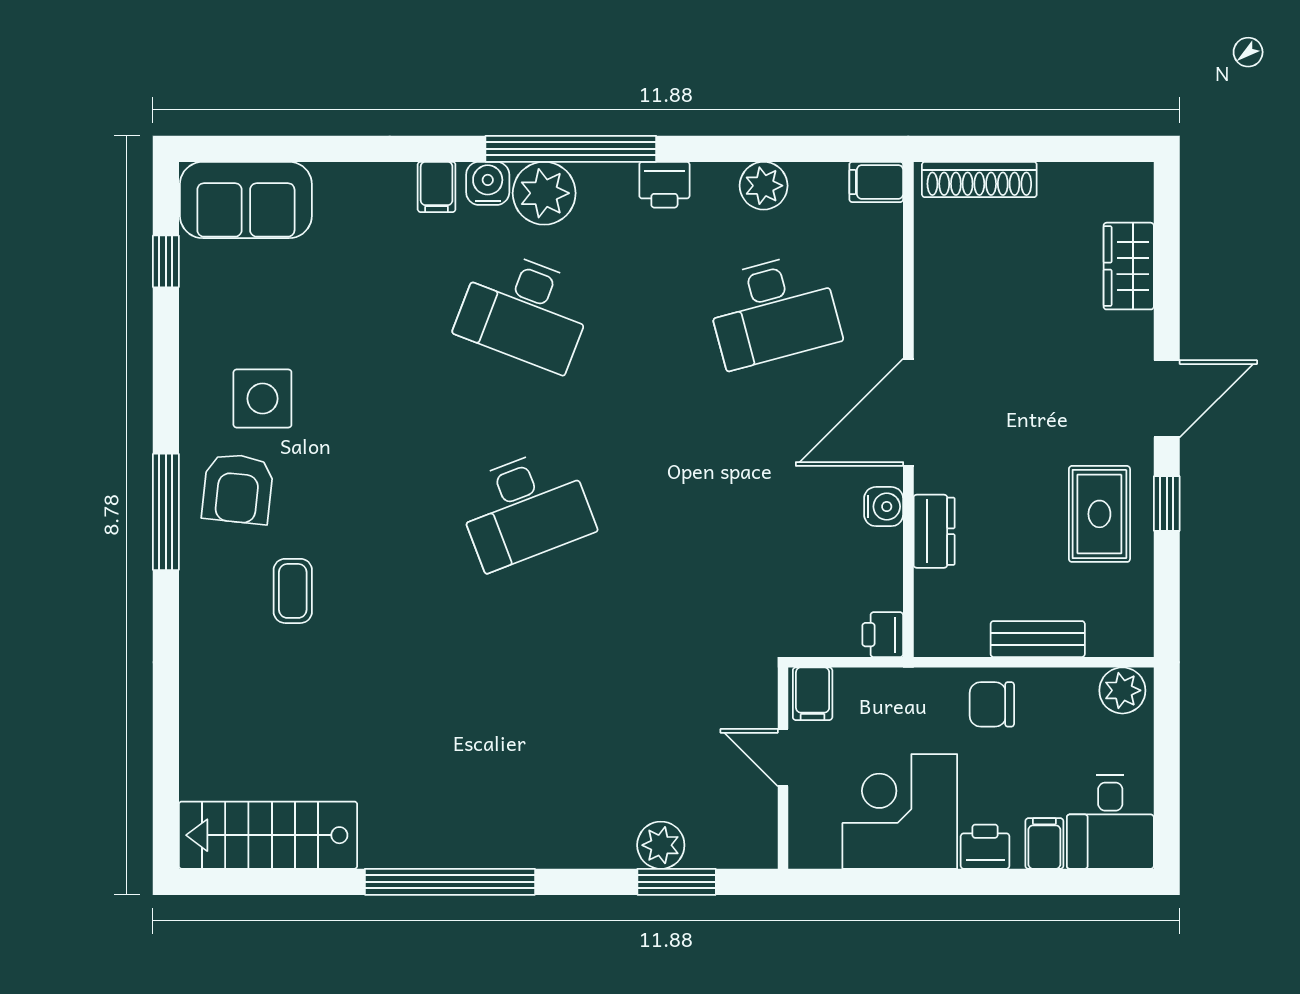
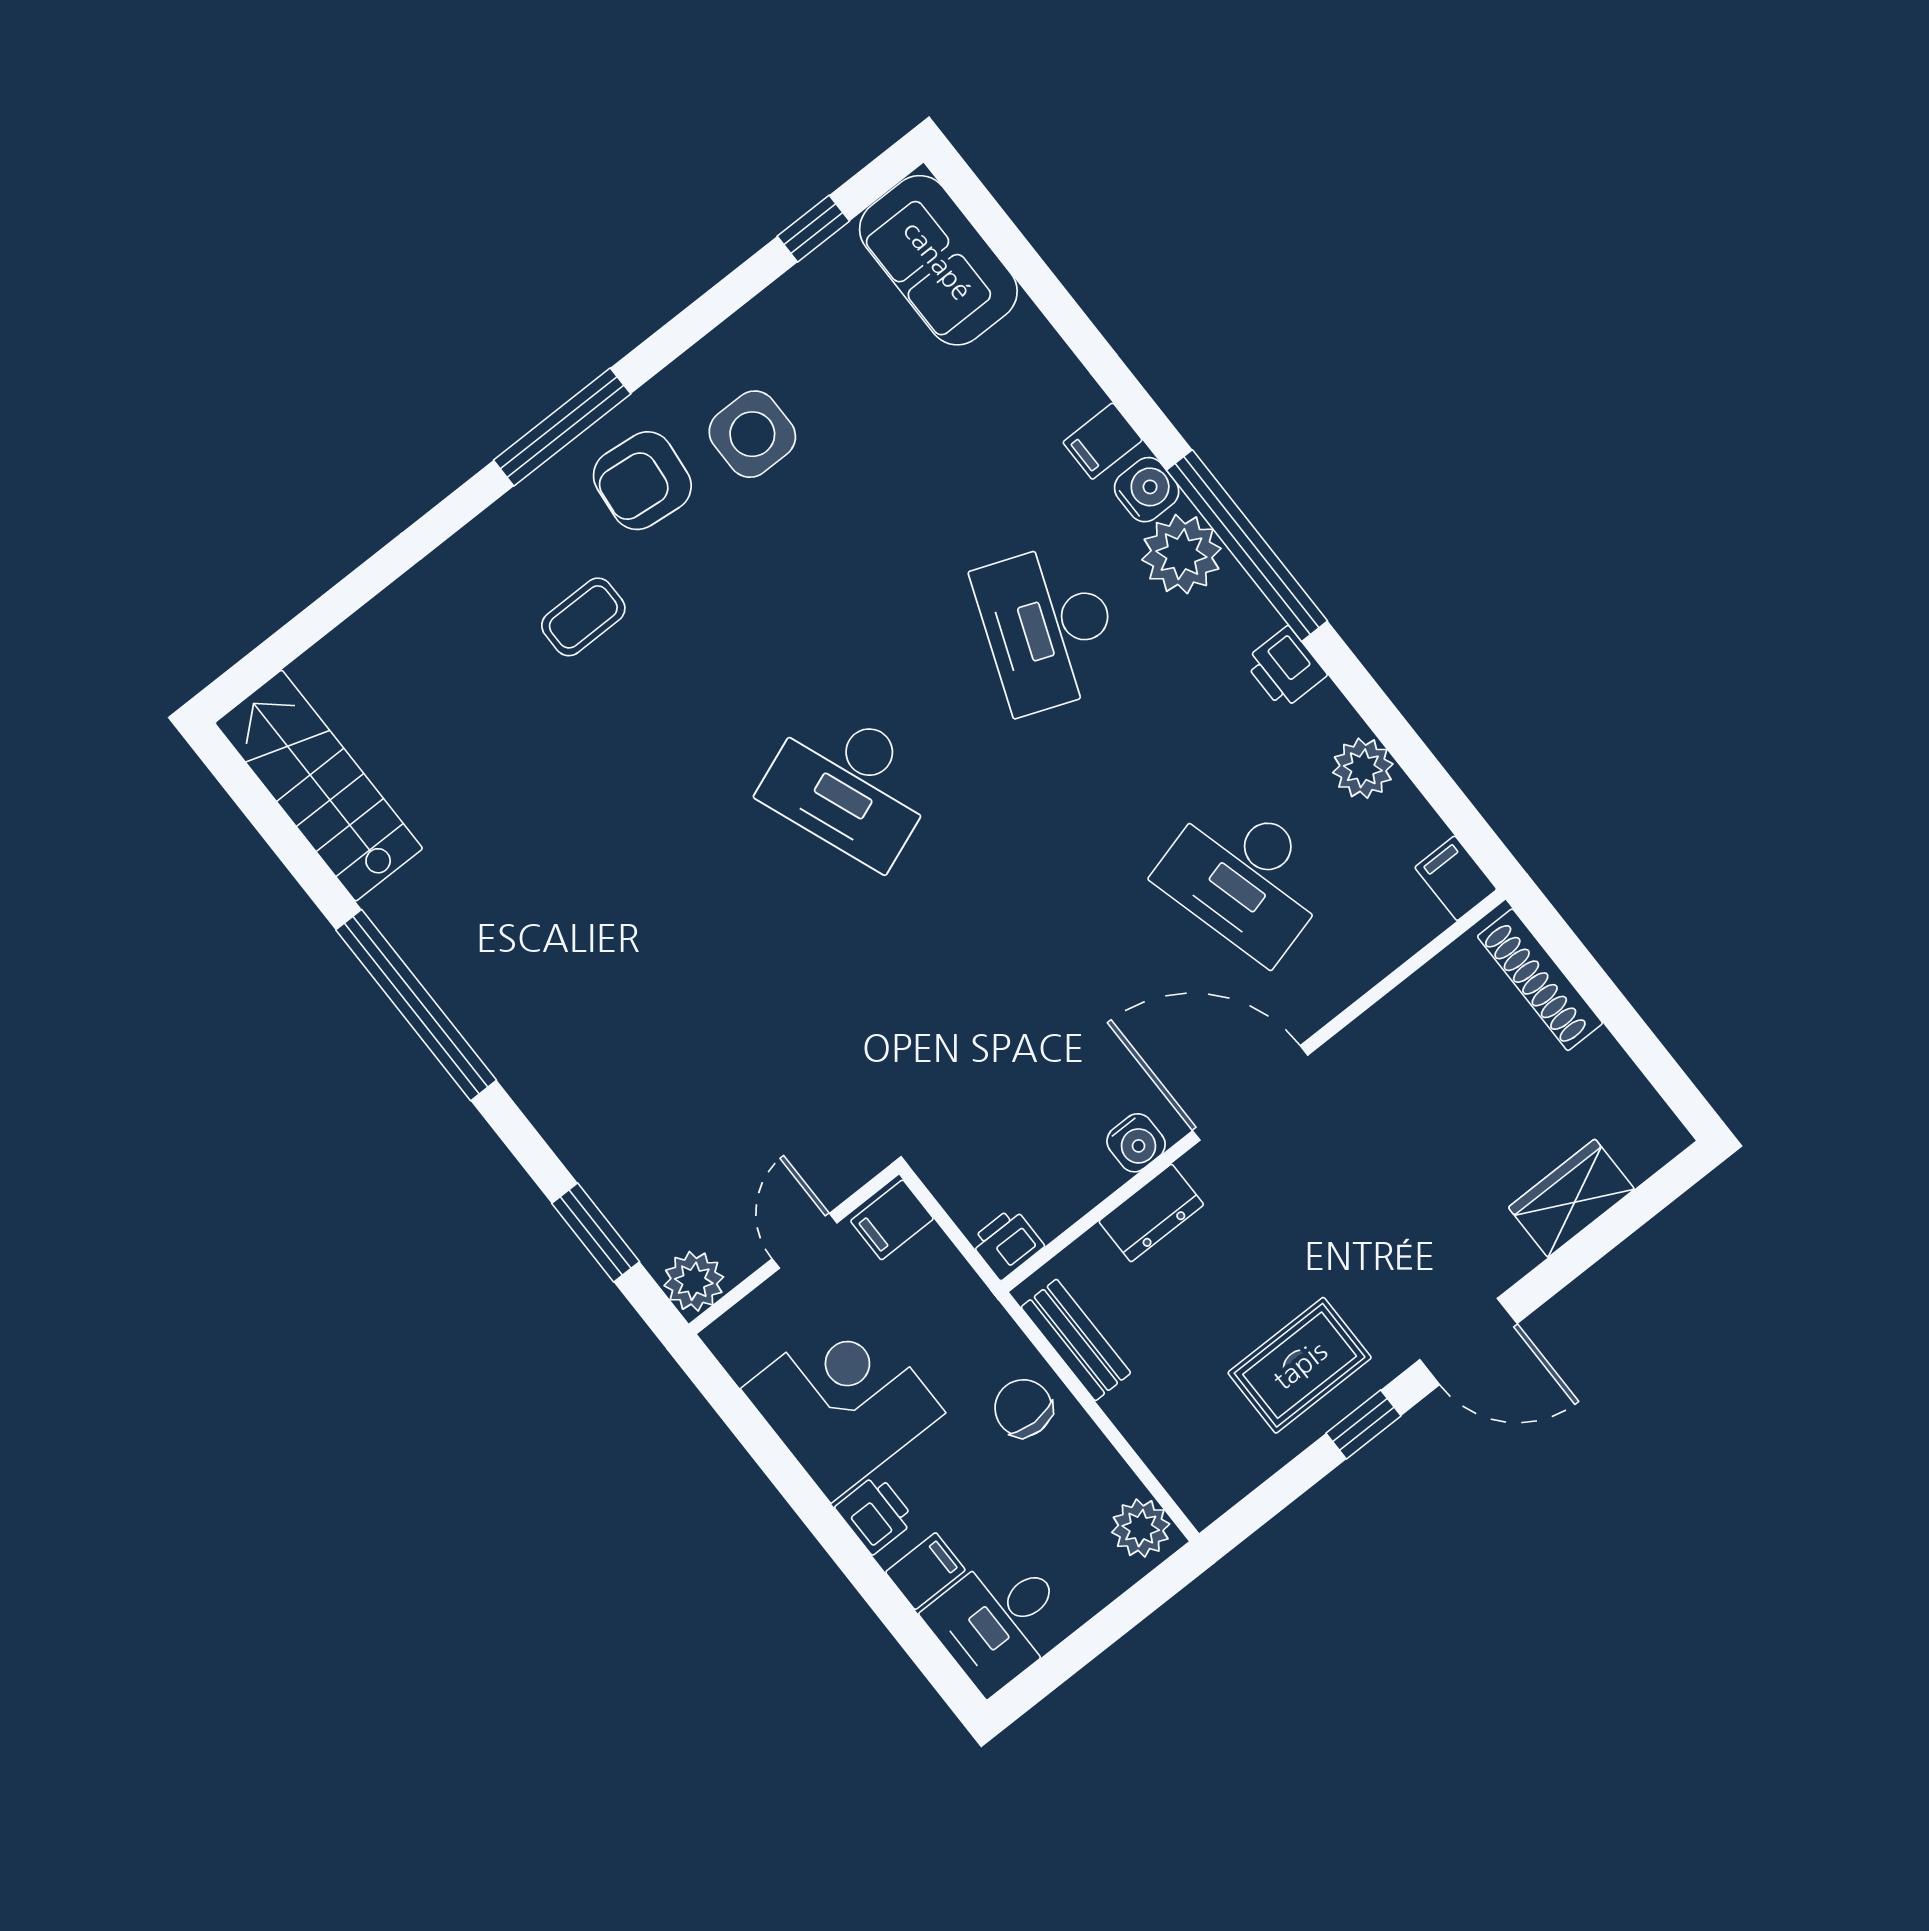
bench: (1038, 639) -> (1076, 1340), moved
plant: (661, 845) -> (694, 1281), moved

